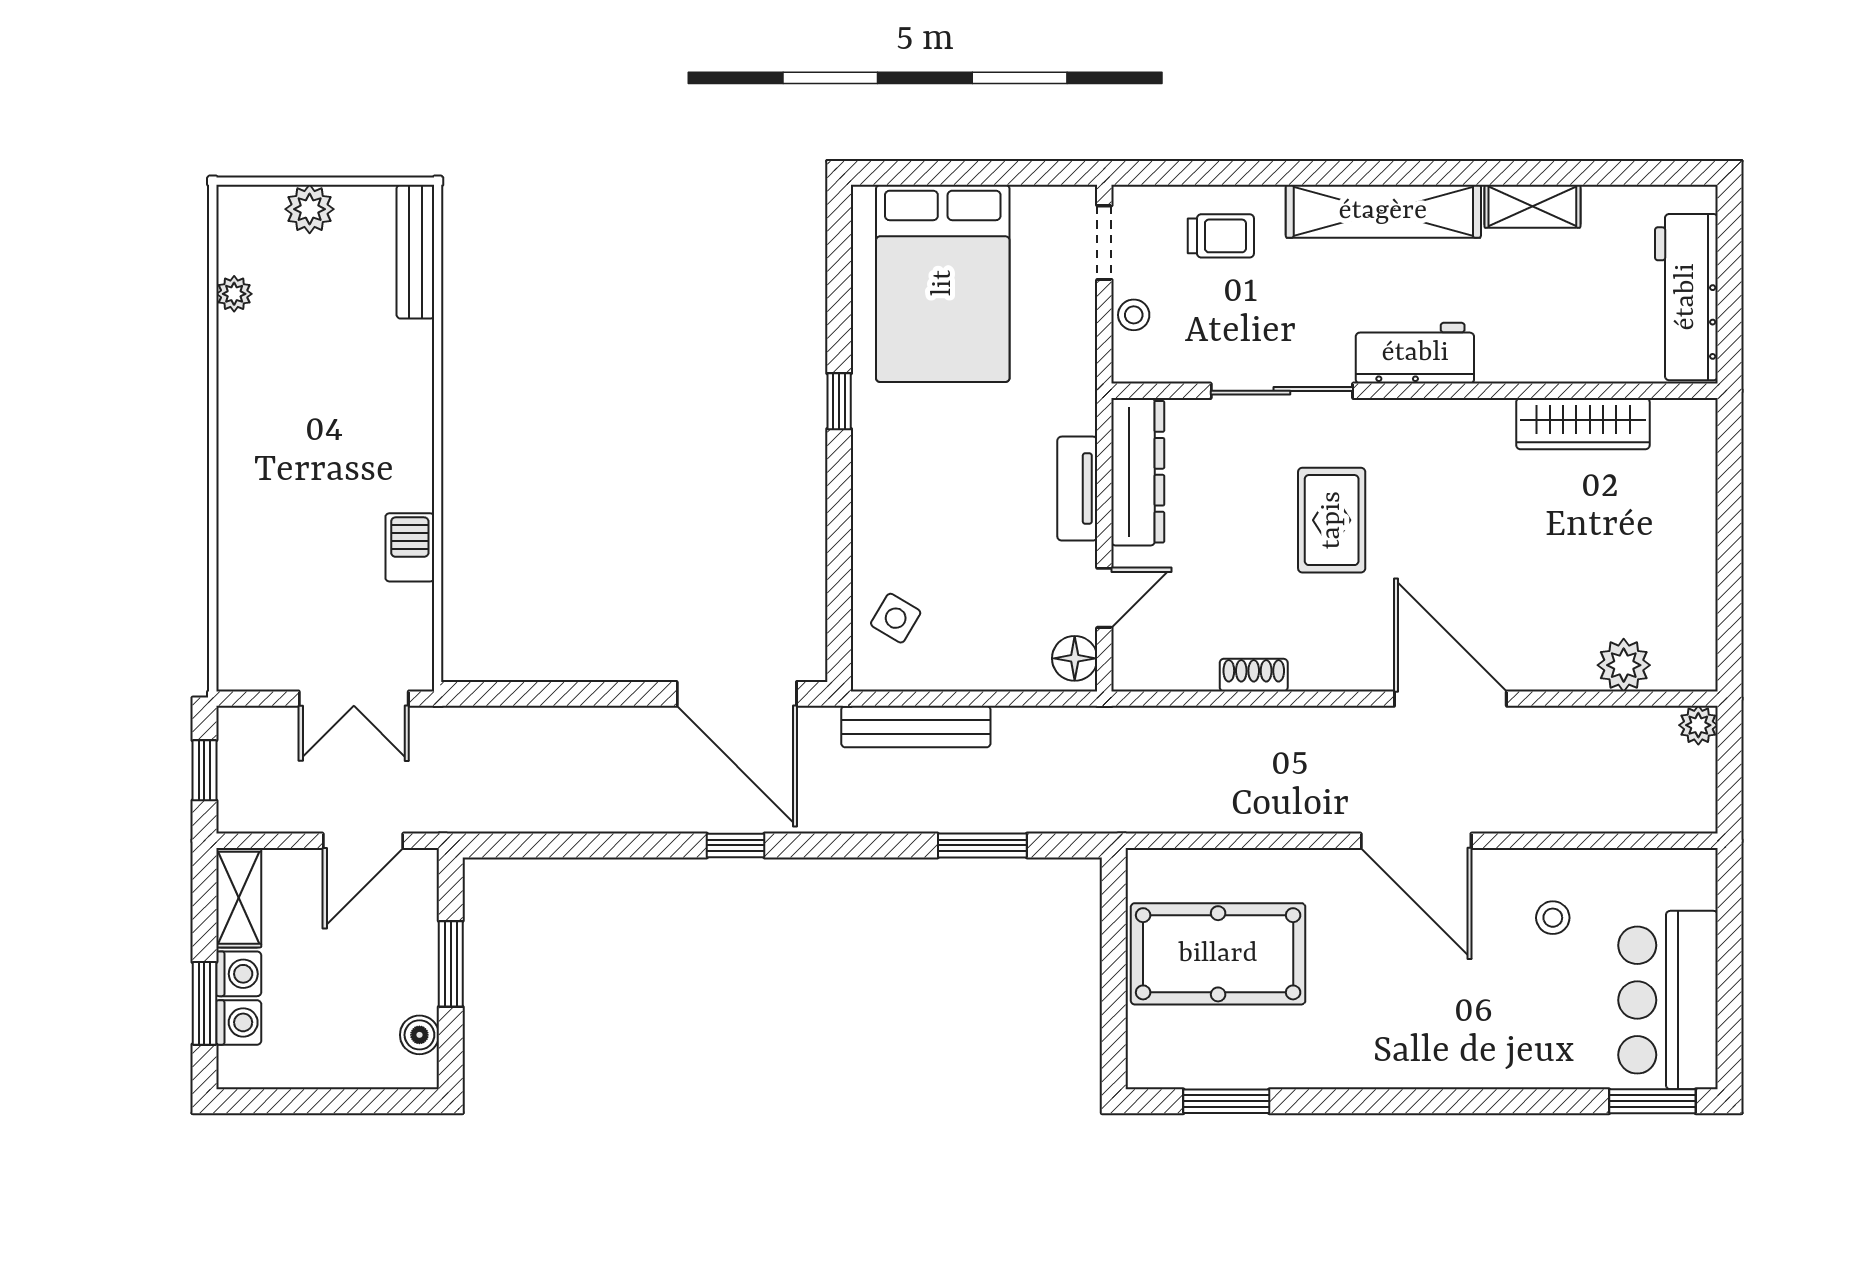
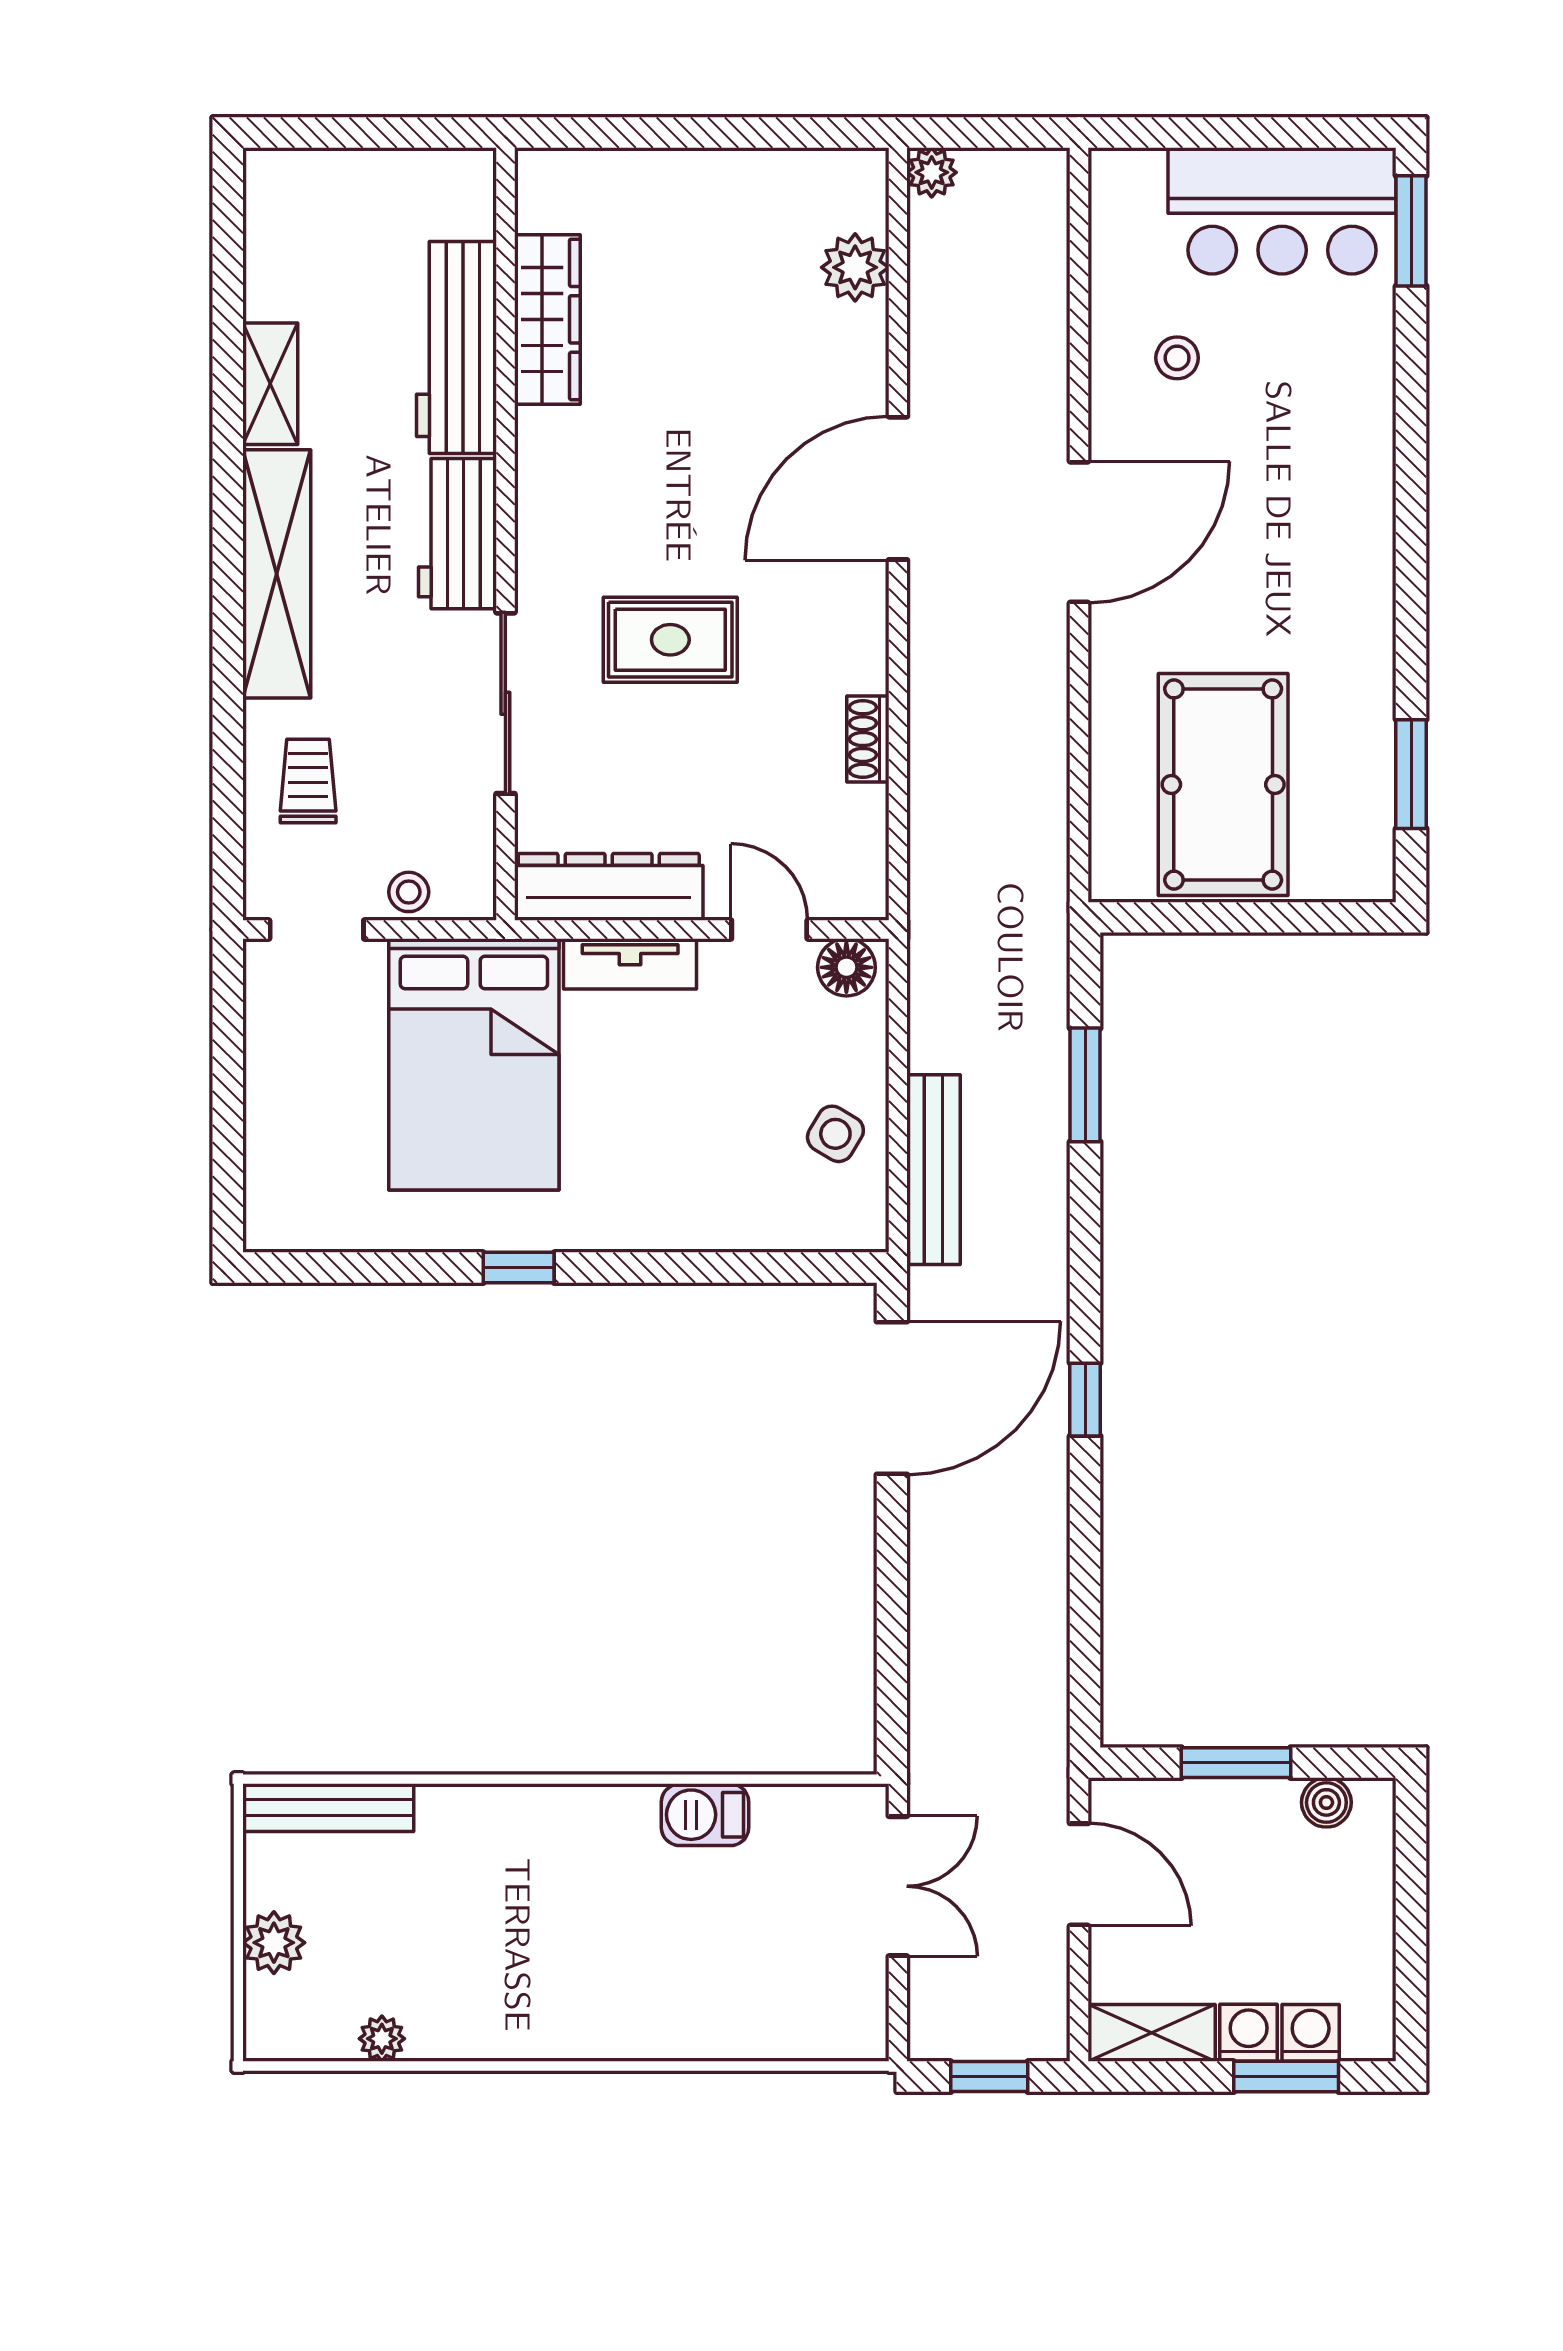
bed: (943, 283) -> (474, 1064), moved, turned 90
workbench: (1686, 297) -> (457, 348), moved, turned 90
side table: (896, 618) -> (835, 1134), moved

